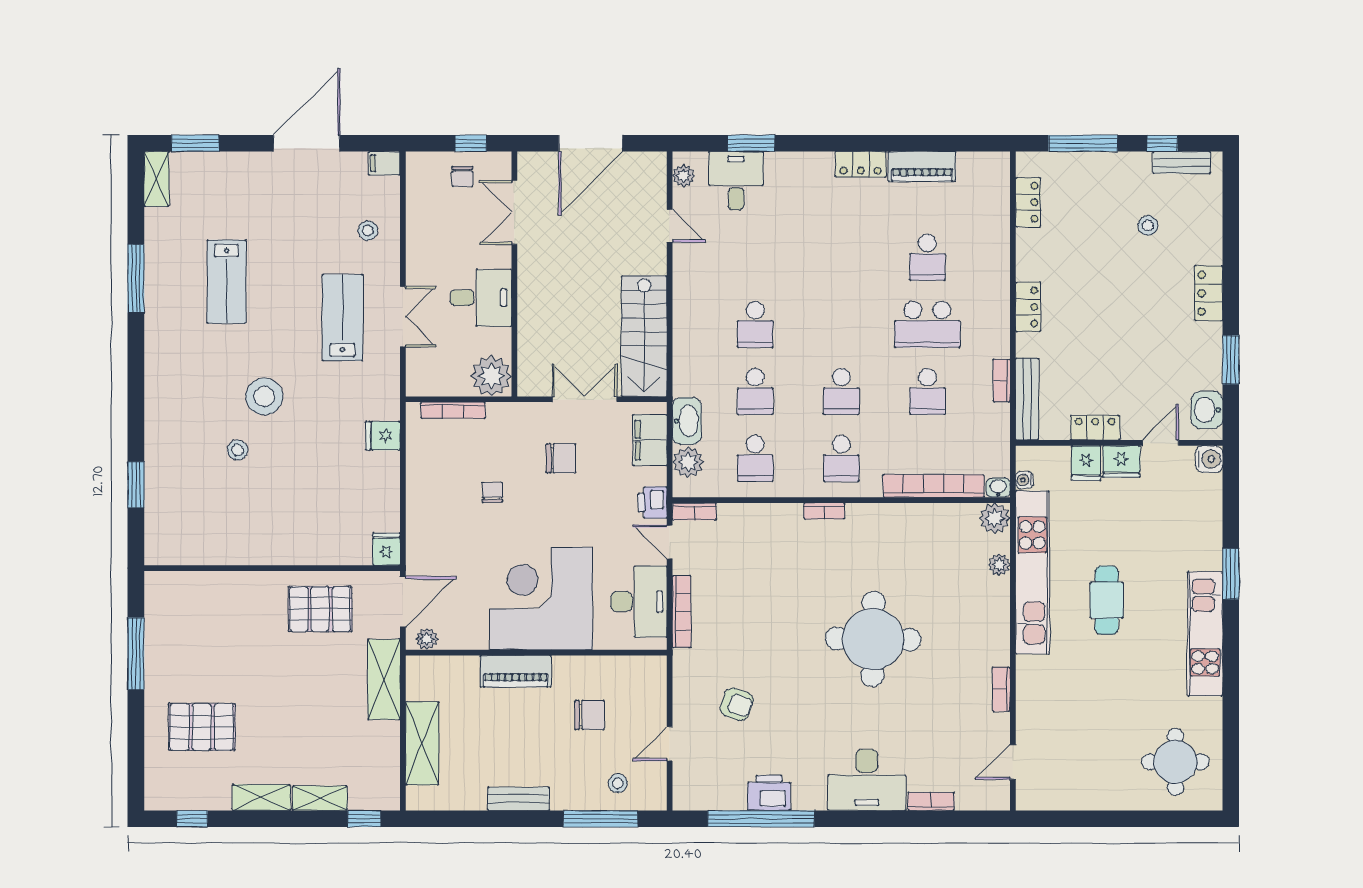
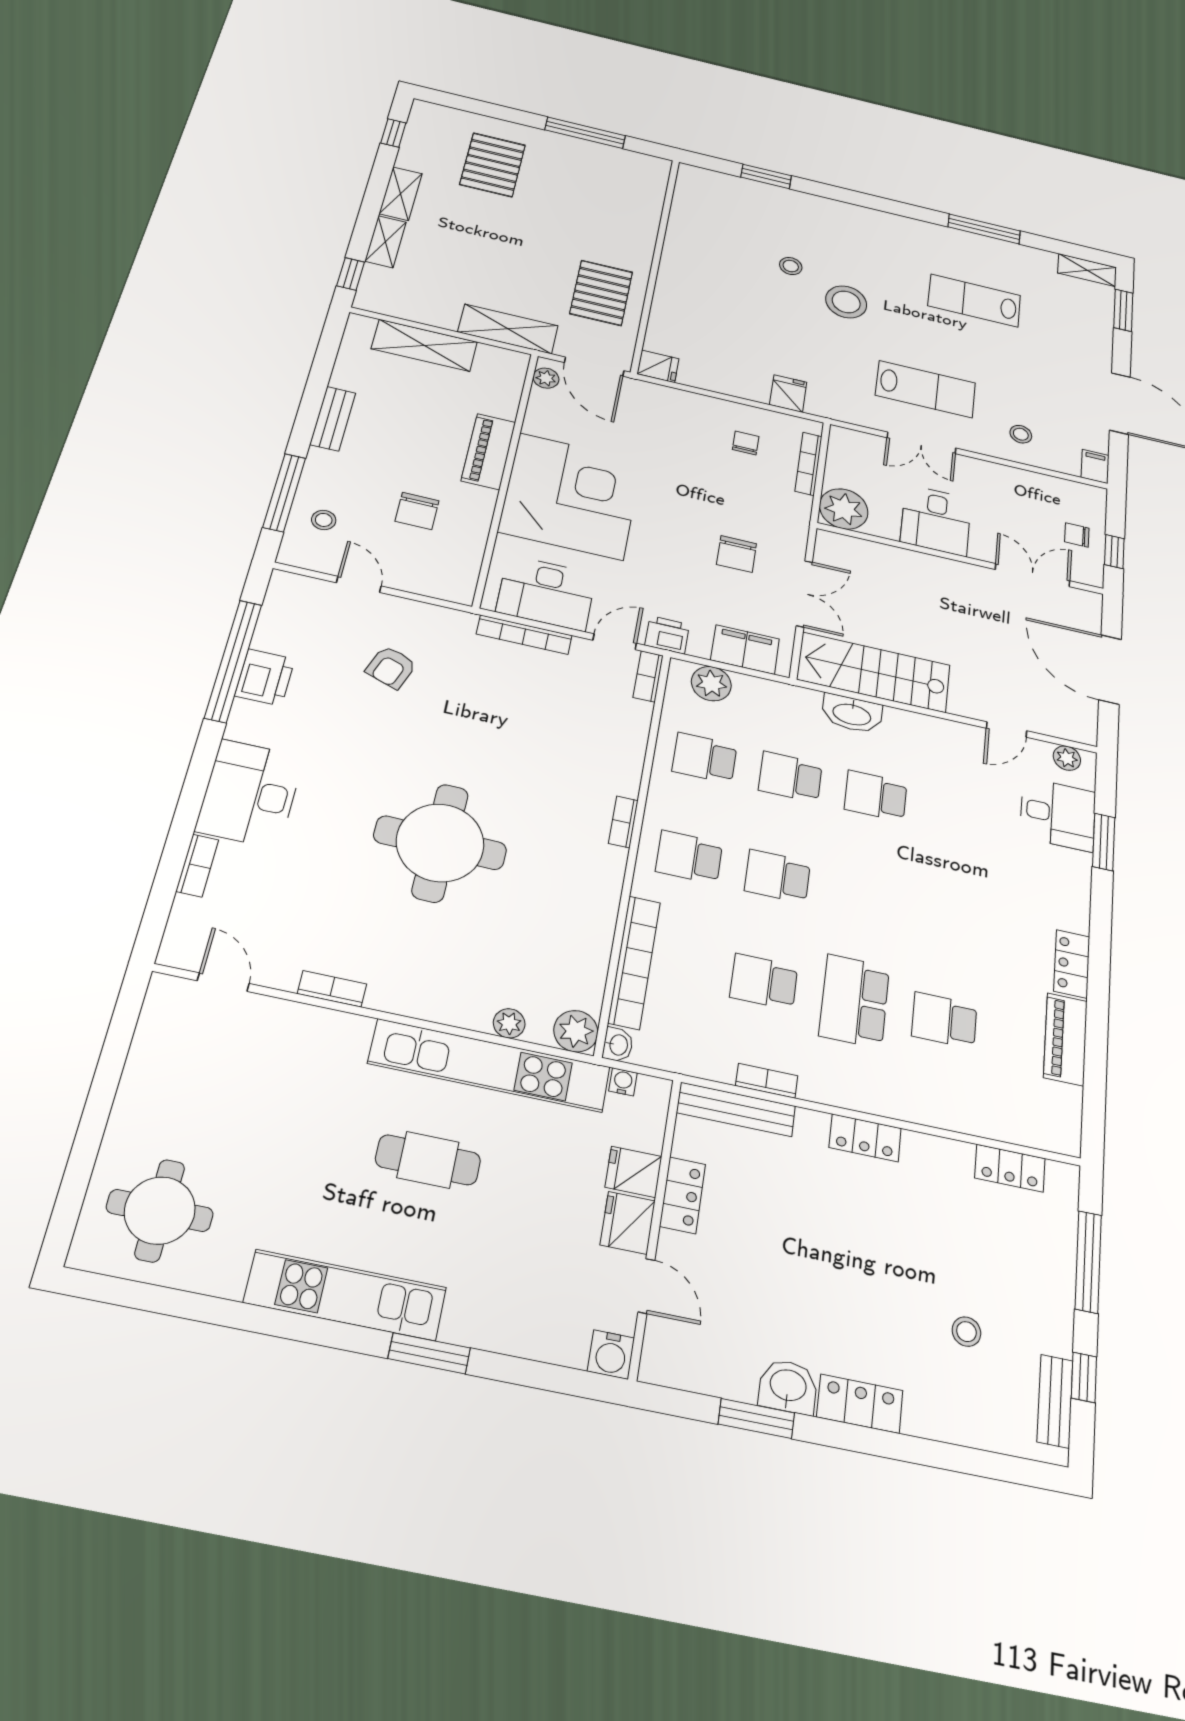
washbasin: (1207, 410) -> (788, 1387), moved
washbasin: (687, 421) -> (852, 714), moved
chair: (492, 492) -> (746, 443), moved, turned -90

